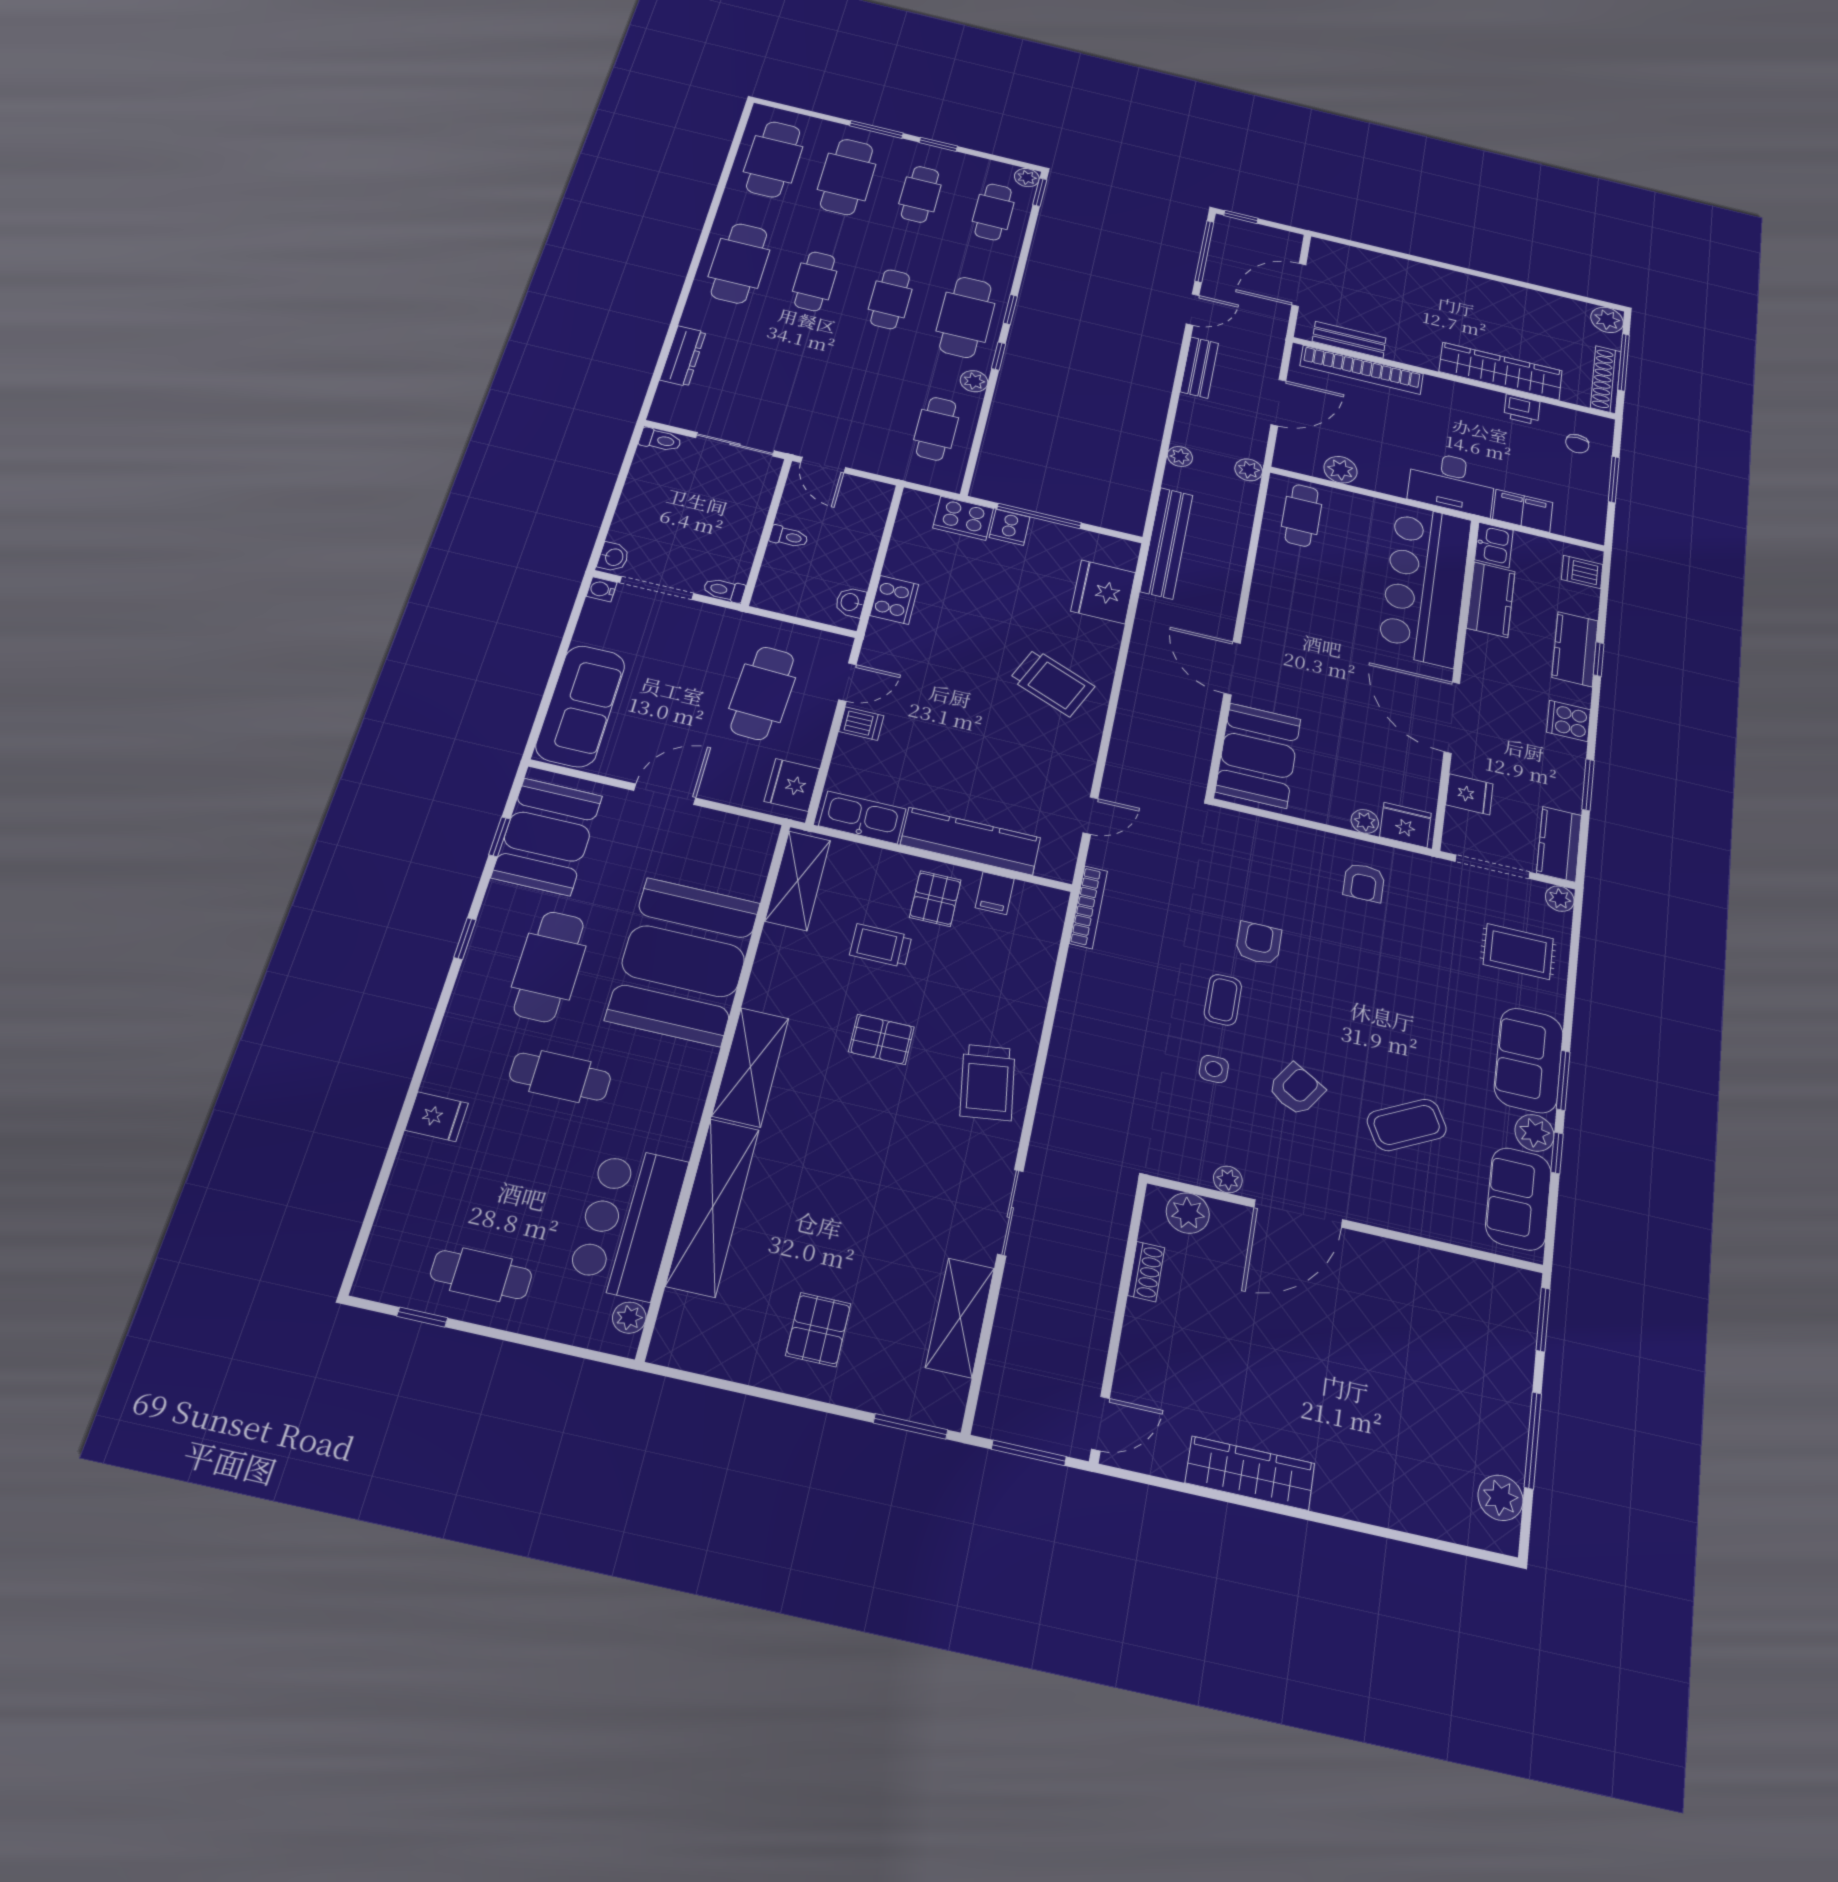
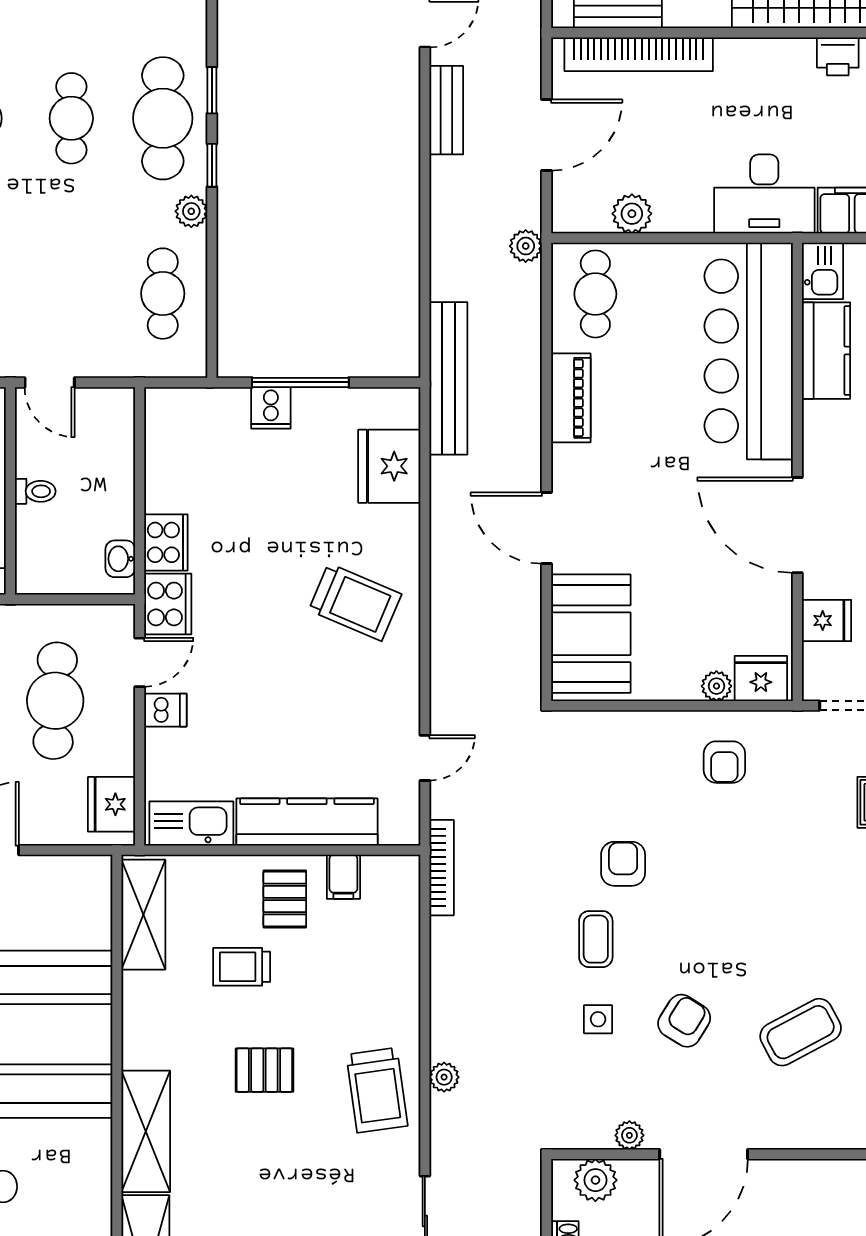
plant: (1180, 456) -> (444, 1077), moved
cooker: (963, 518) -> (168, 604), moved, turned -90
piano: (1269, 581) -> (571, 398), added

